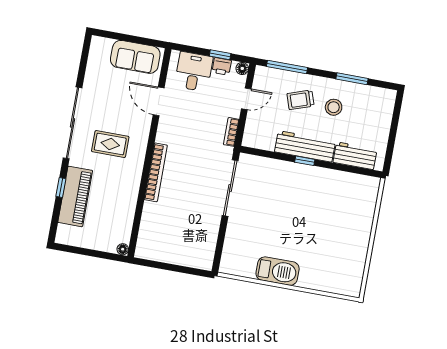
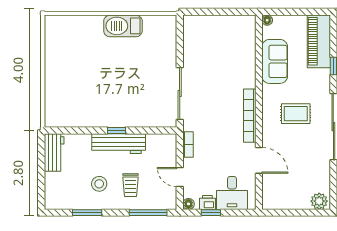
plant: (102, 46) -> (319, 201), added
sofa: (135, 57) -> (275, 61), moved, turned 90
door: (246, 99) -> (180, 177), hinge flipped
trolley: (300, 100) -> (130, 185), turned 109
workbench: (355, 156) -> (54, 152), moved, turned -90
bookcase: (156, 172) -> (250, 116), moved
piano: (75, 196) -> (319, 41), moved

